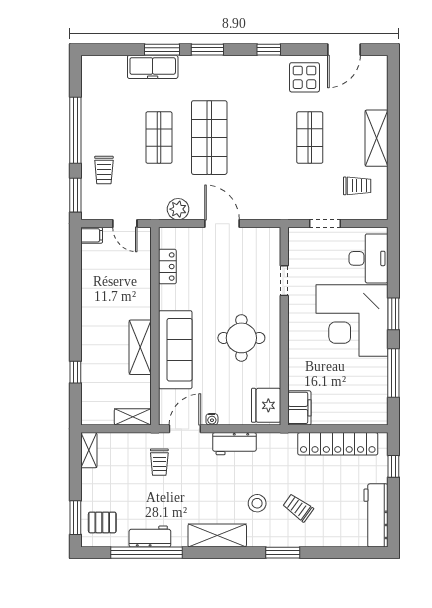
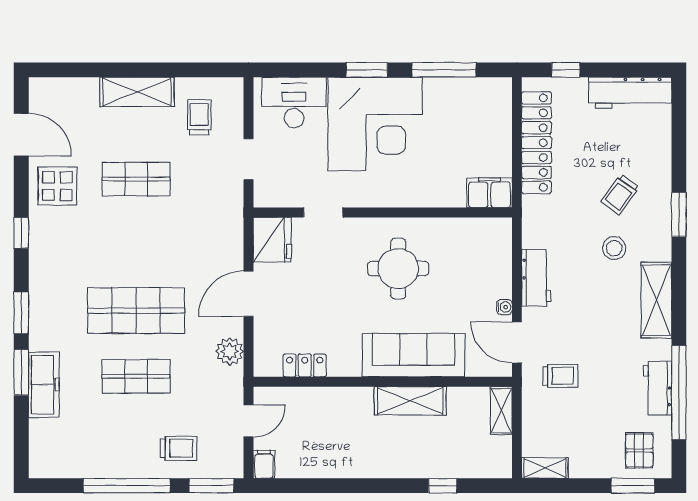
fridge: (266, 405) -> (272, 240), moved, turned -90

